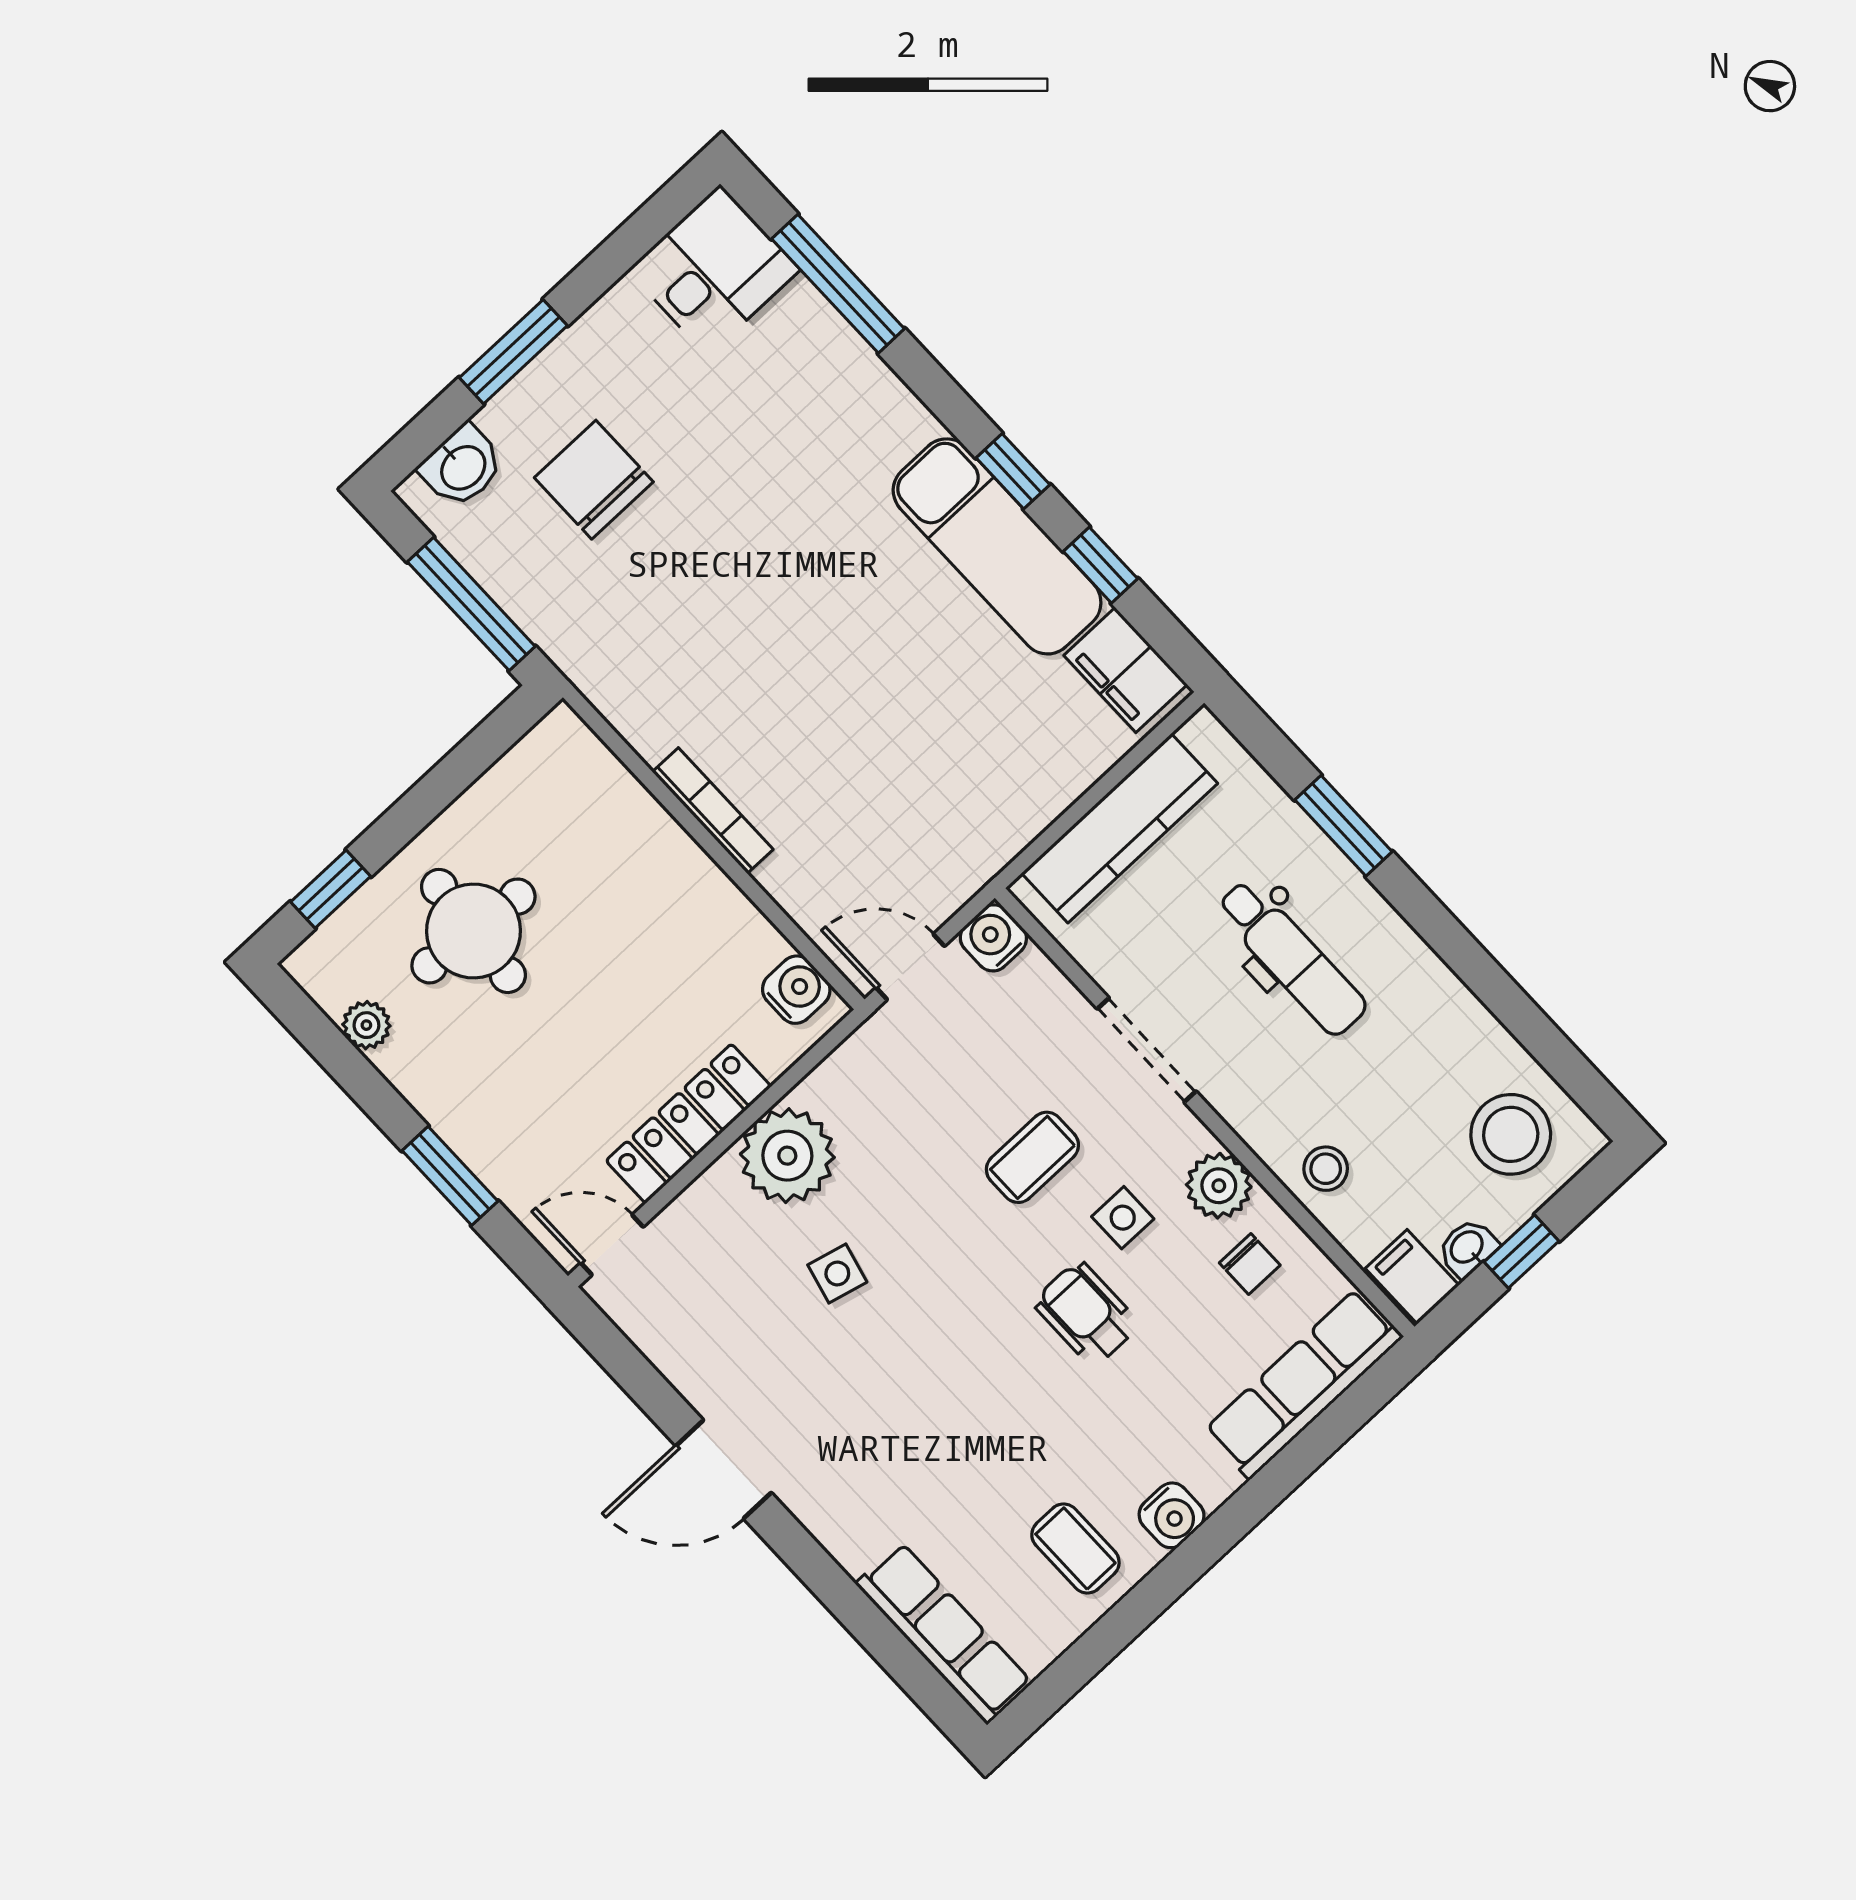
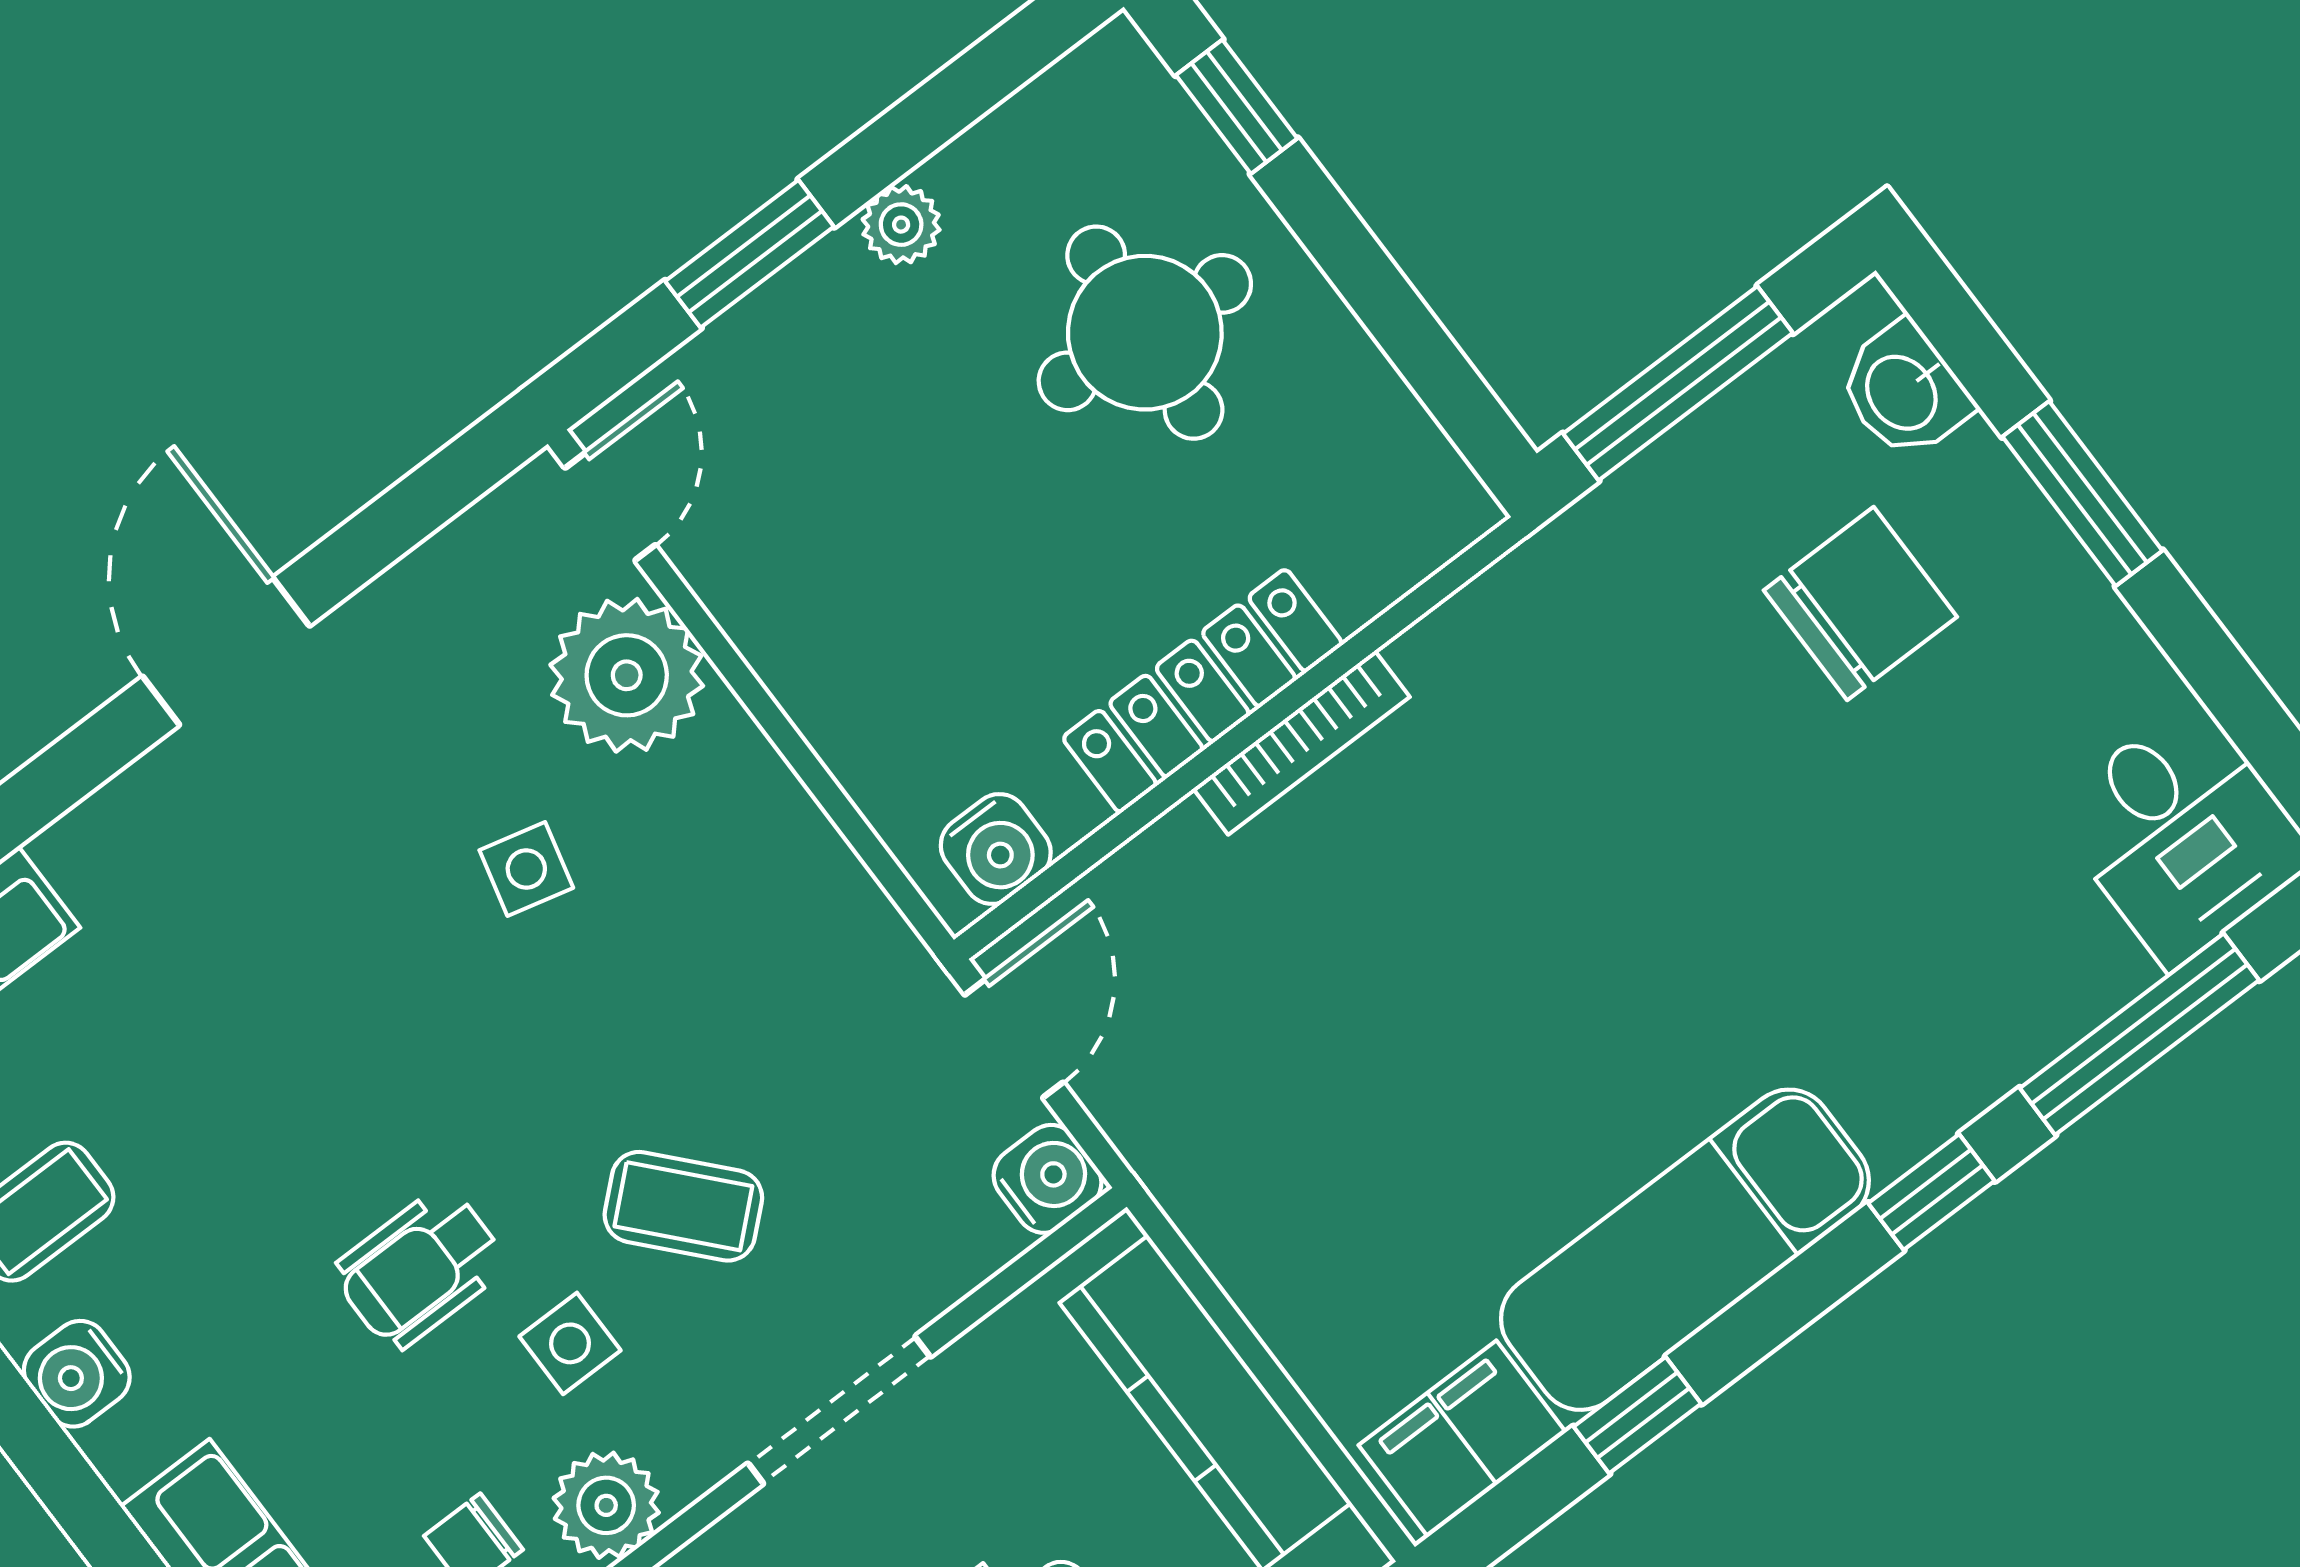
window: (1013, 471) -> (1931, 1192), moved
plant: (366, 1025) -> (901, 225), moved
locker: (688, 1124) -> (1203, 691), moved, turned -90
plant: (787, 1156) -> (627, 675), moved
coffee table: (1032, 1157) -> (683, 1206), turned -42
wheelchair: (1086, 1313) -> (420, 1268), turned 180

